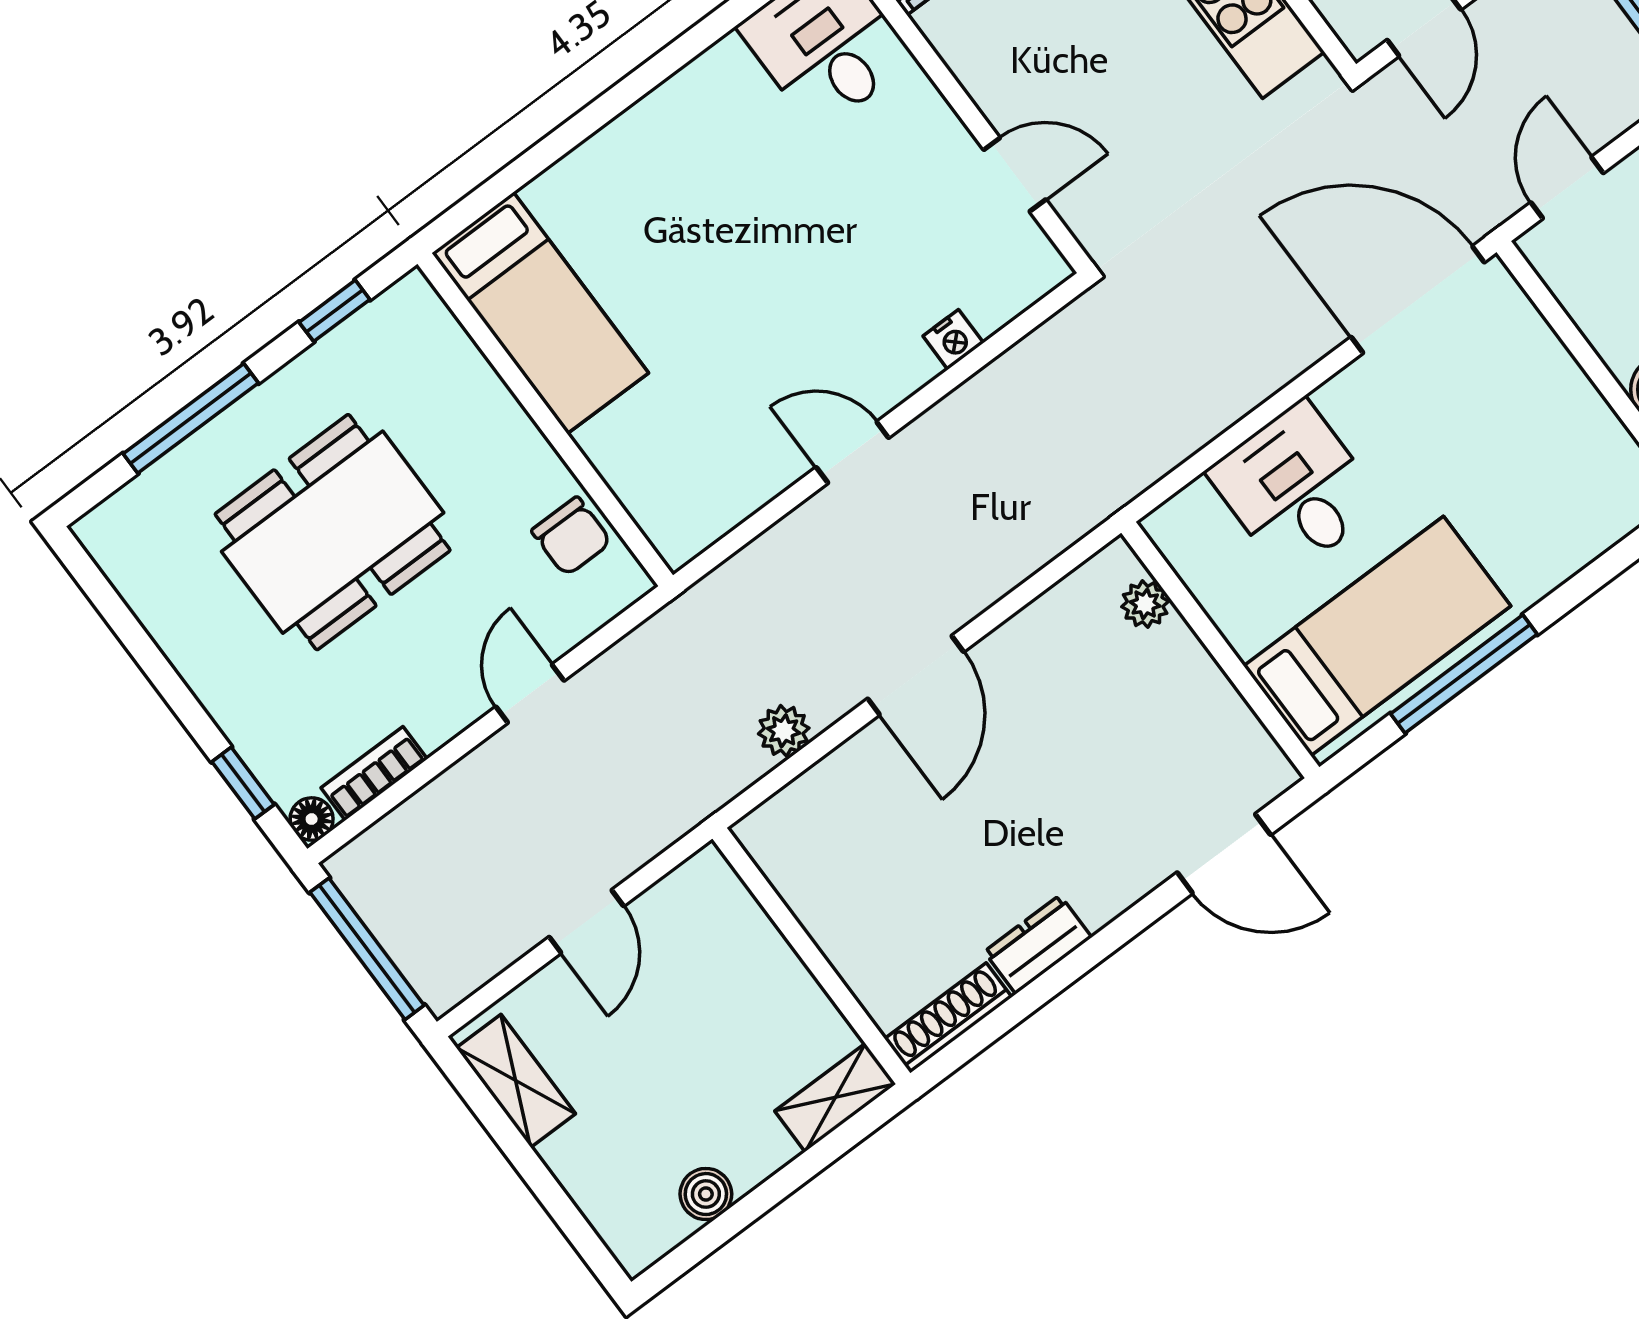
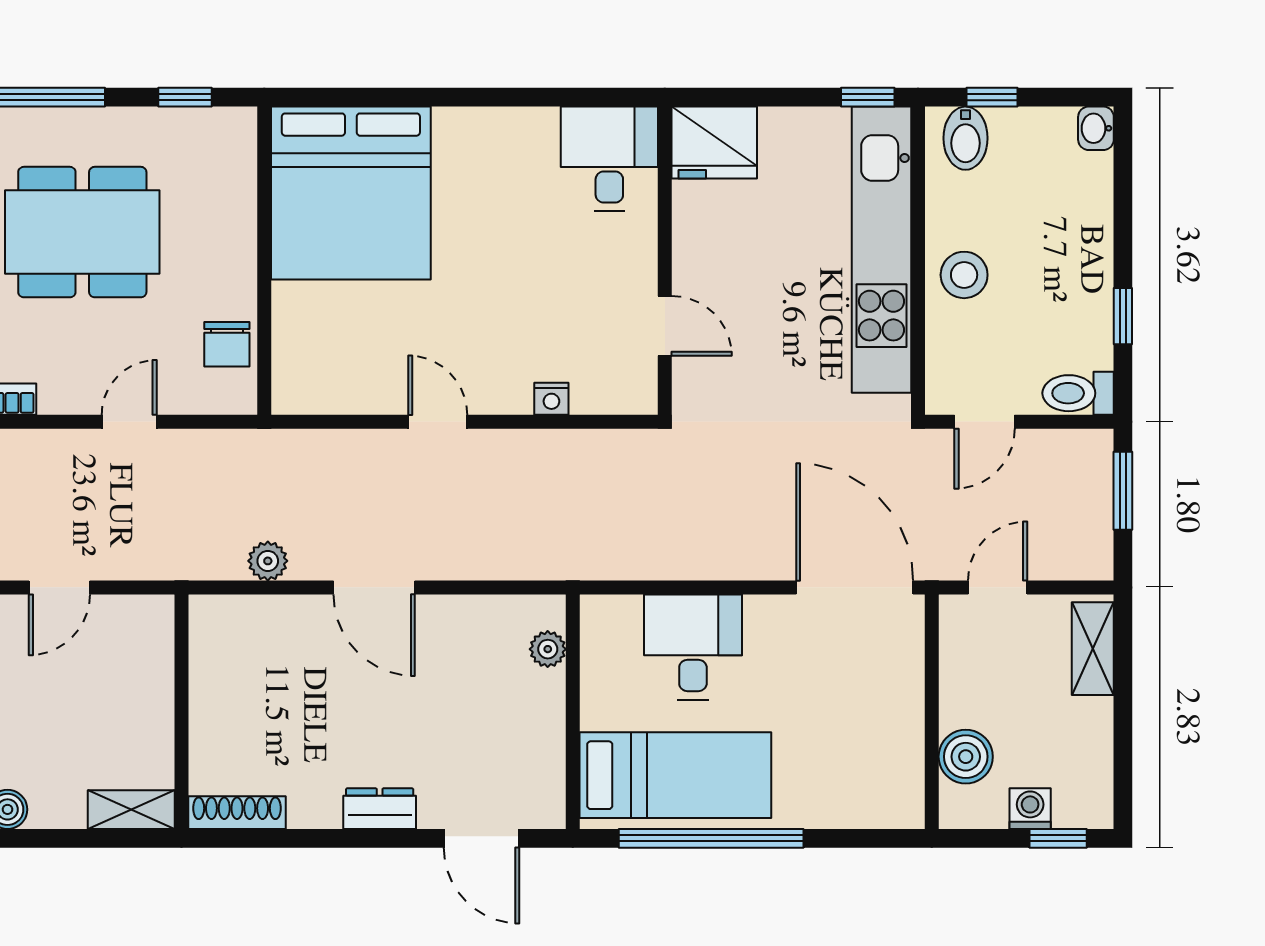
bed: (540, 313) -> (351, 193), width x2.04
window: (1464, 674) -> (711, 838), width x1.46
door: (916, 675) -> (374, 587), hinge flipped
dresser: (1038, 944) -> (380, 809), moved

